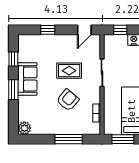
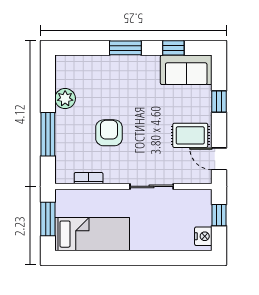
rug: (69, 71) -> (190, 135), moved, turned 90
sofa: (27, 79) -> (186, 70), moved
armchair: (68, 100) -> (109, 133), turned -130
plant: (24, 128) -> (65, 99), moved

